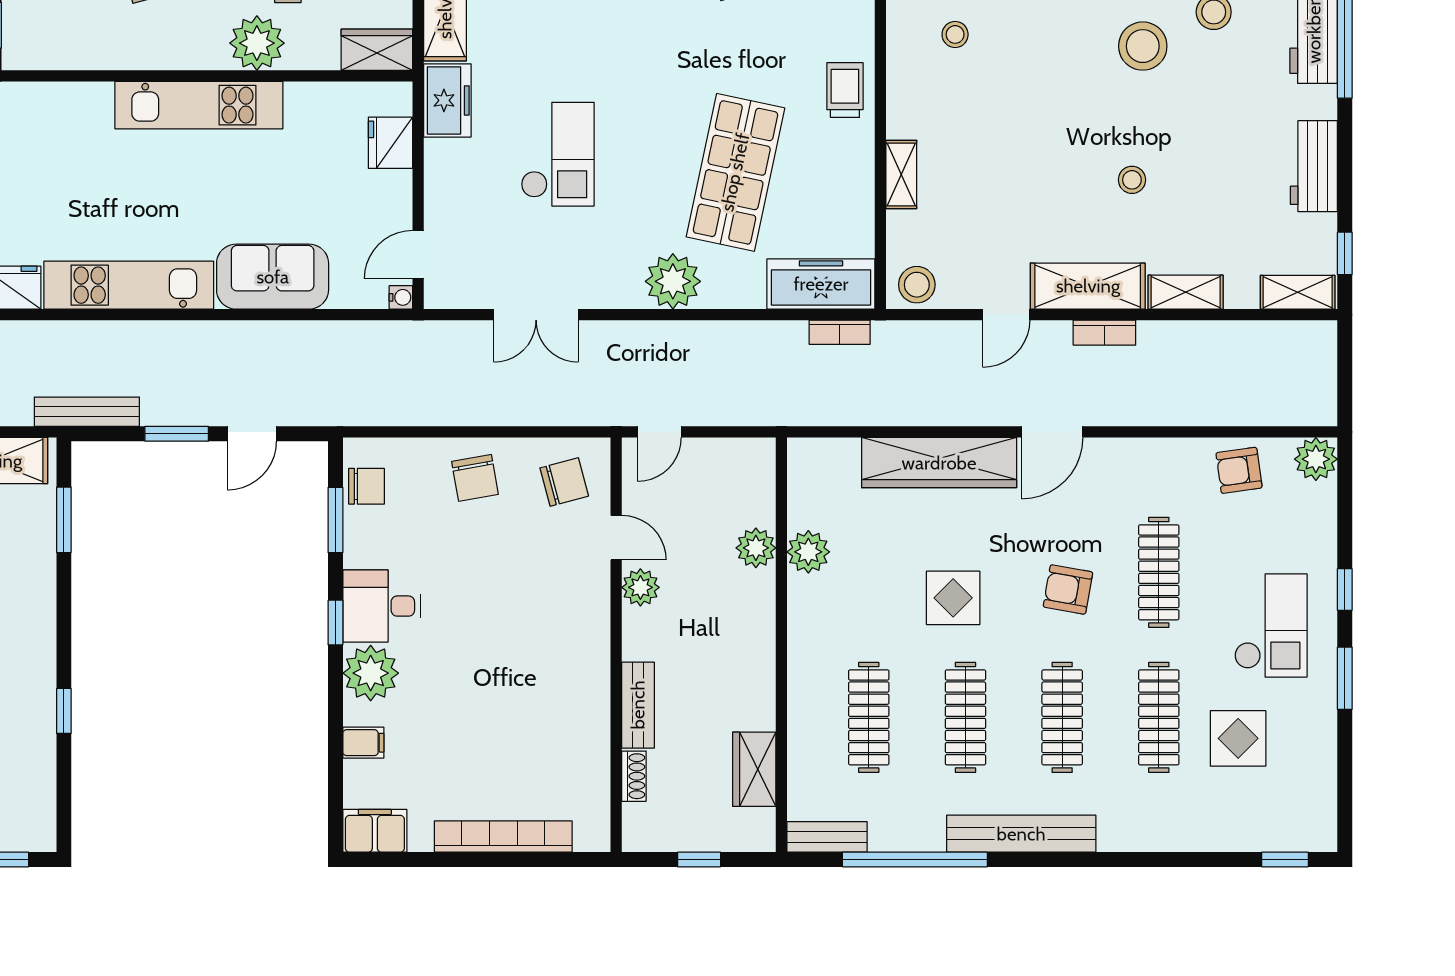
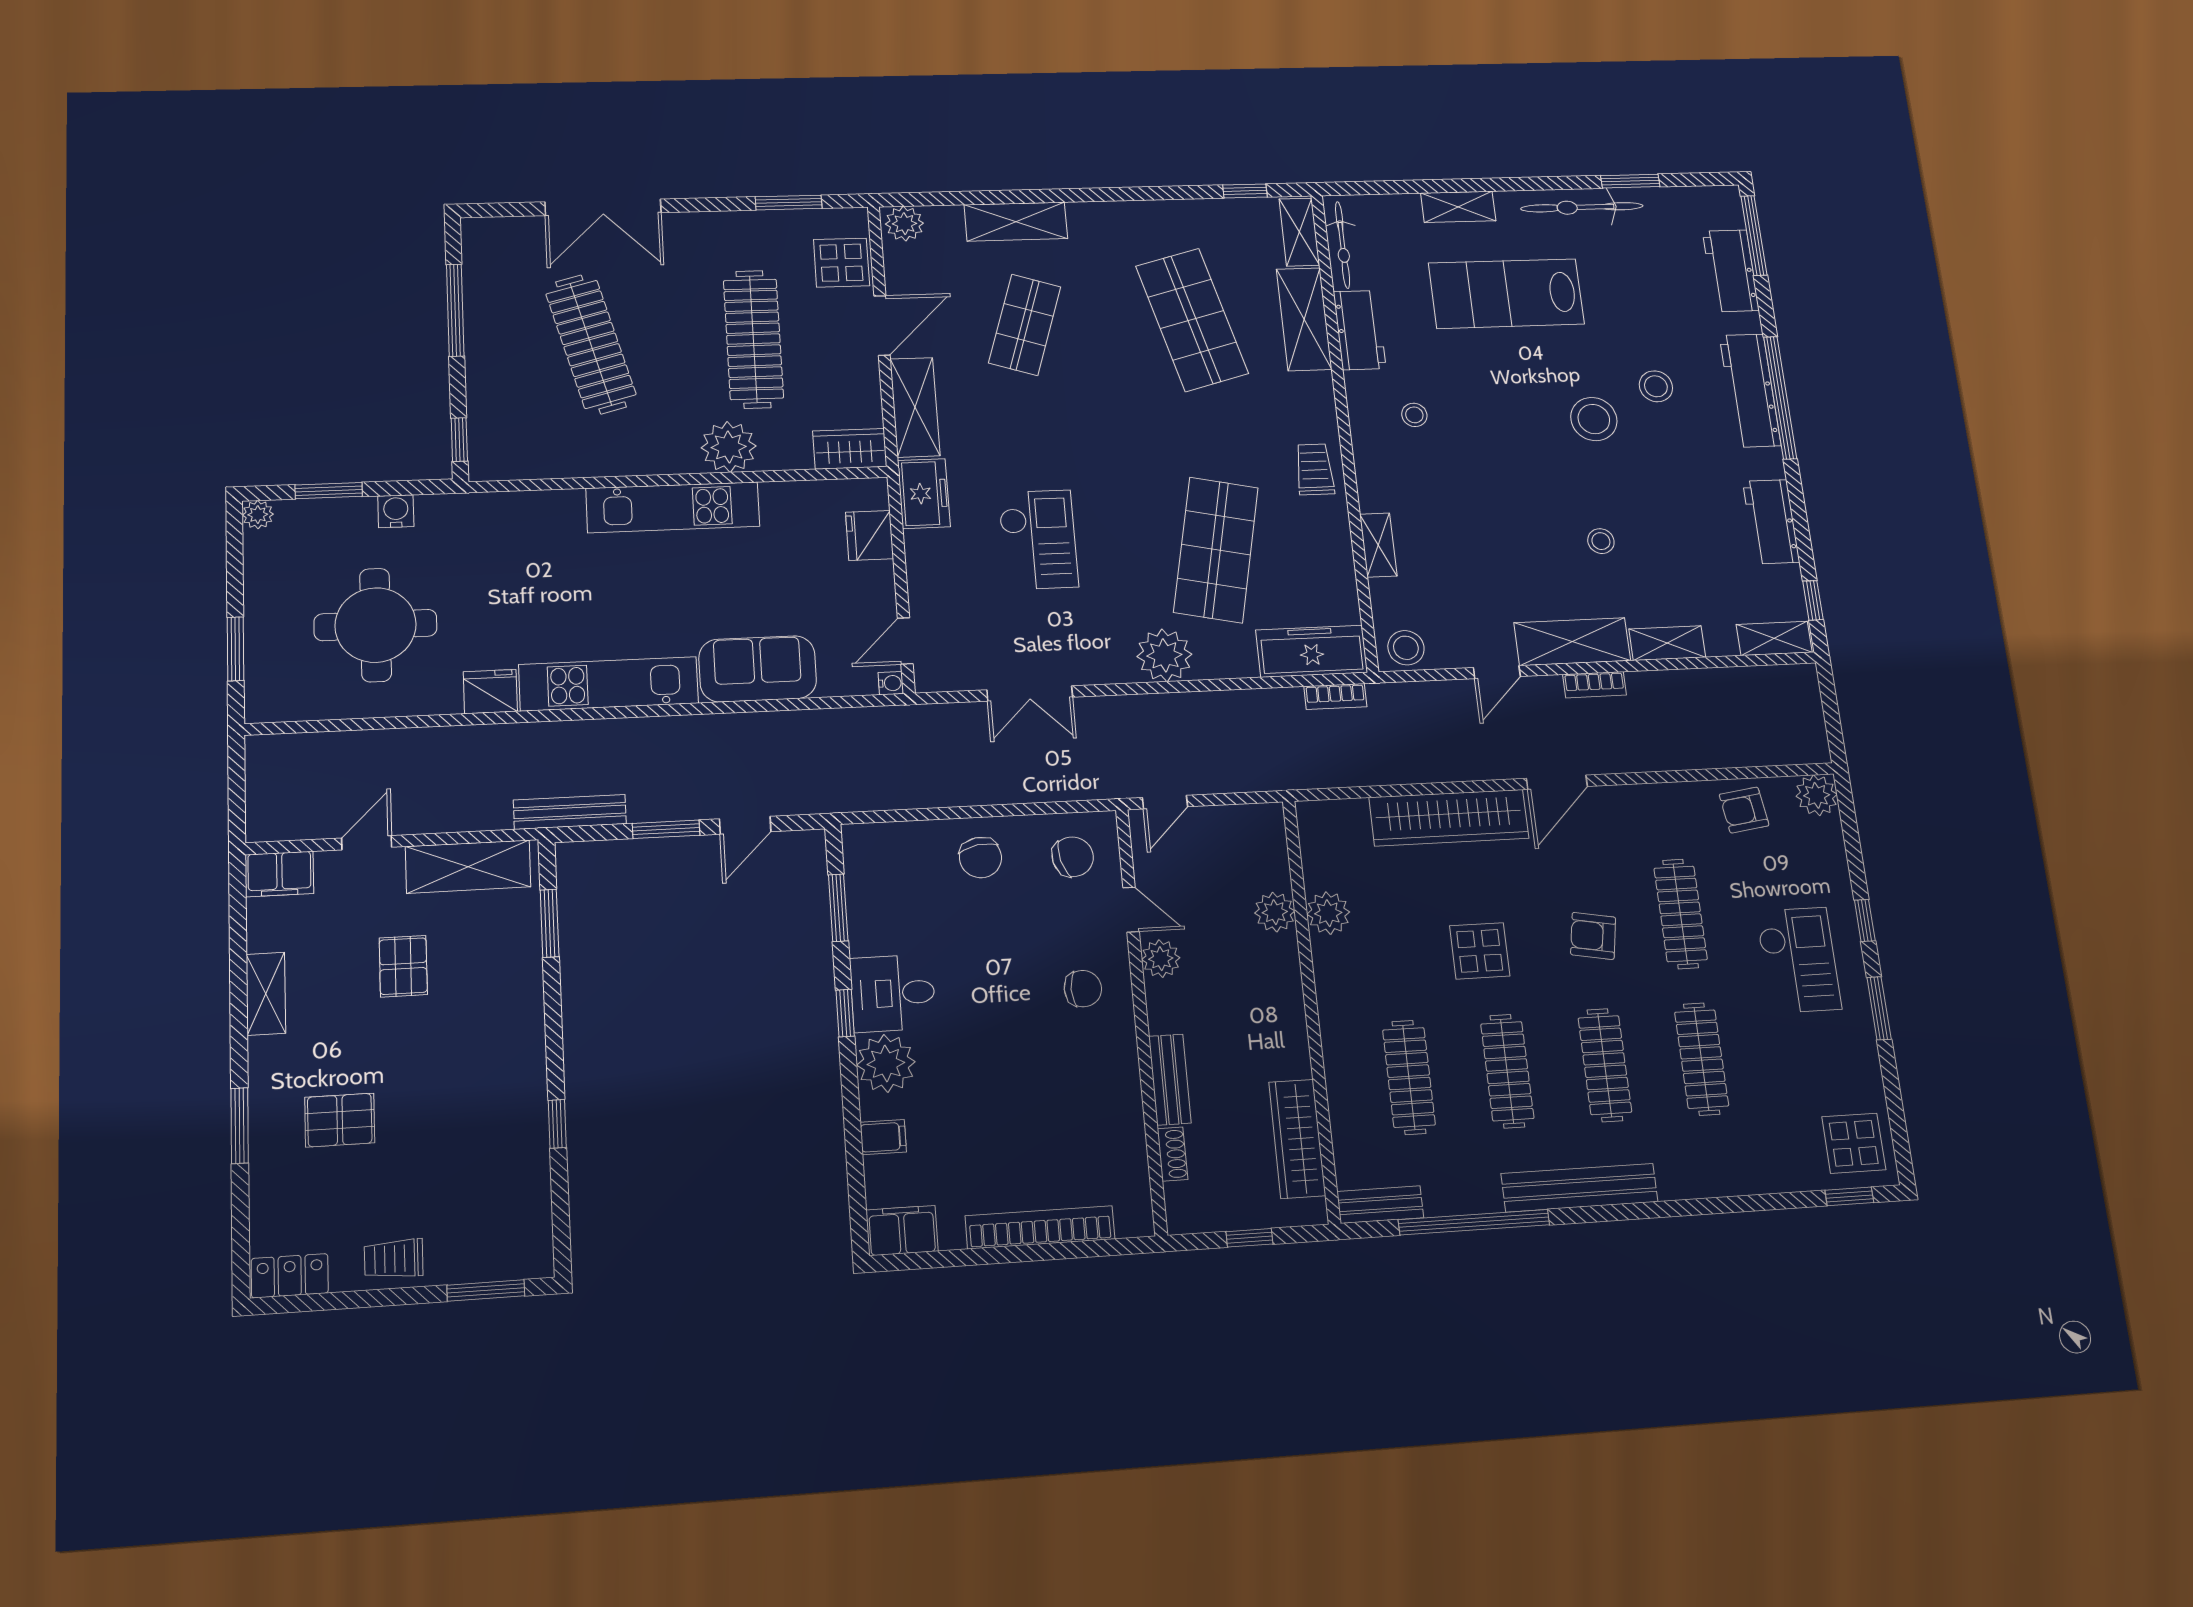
chair: (367, 486) -> (1083, 989), moved
display table: (1238, 738) -> (1854, 1143), moved
wardrobe: (754, 769) -> (1297, 1139), width x1.50

